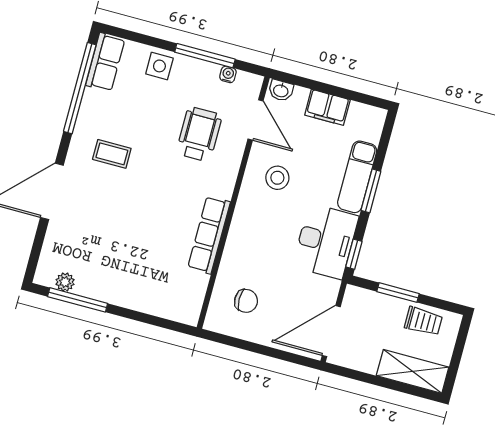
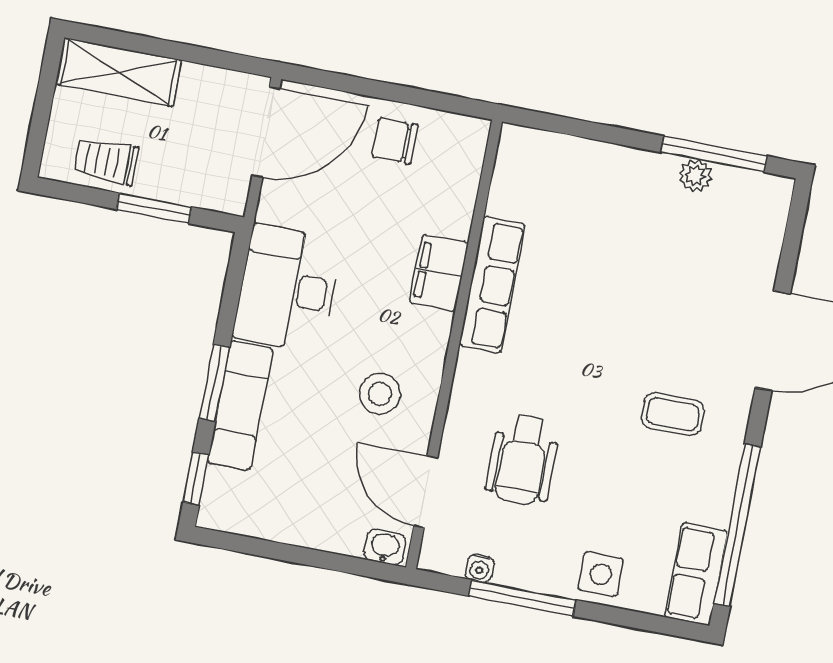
filing cabinet: (327, 107) -> (439, 273), moved, turned -90
window: (354, 254) -> (196, 478), moved
plant: (65, 282) -> (695, 176), moved
chair: (246, 301) -> (395, 141), moved

